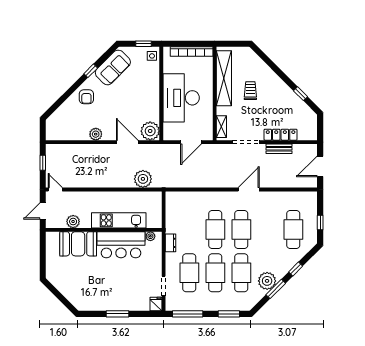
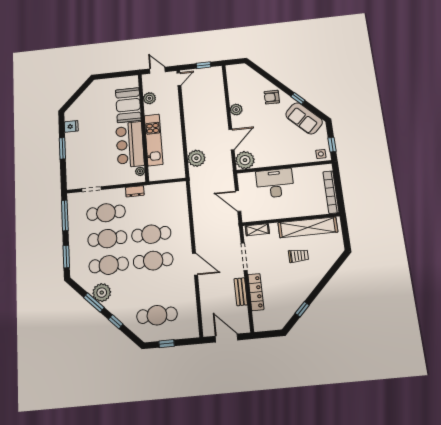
desk: (181, 98) -> (275, 183), width x0.73, depth x0.77
fridge: (156, 304) -> (71, 126), moved

